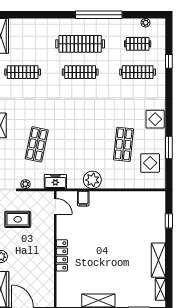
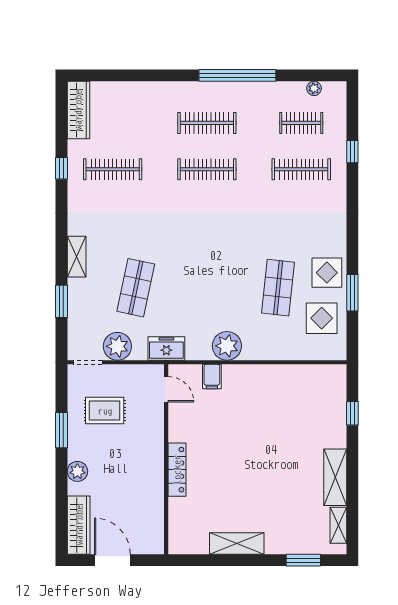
clothes rail: (80, 44) -> (207, 123), width x0.73, depth x0.76
display table: (155, 119) -> (327, 273), moved
plant: (25, 184) -> (117, 346), width x1.87, depth x1.87

